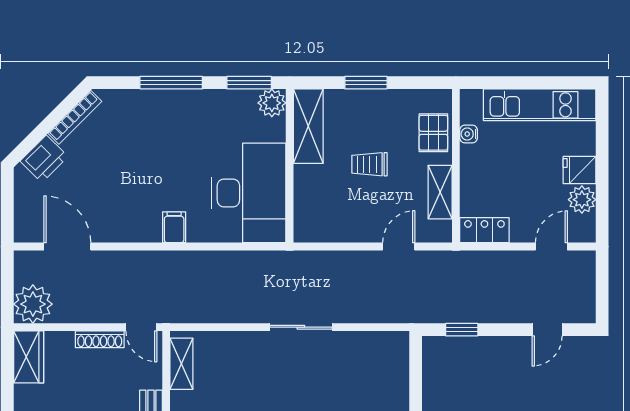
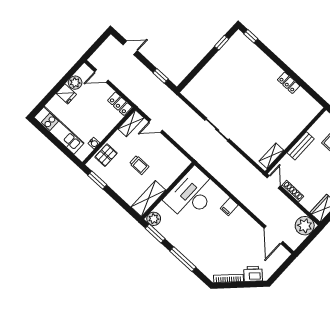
window: (366, 83) -> (97, 180), moved
shelving: (440, 192) -> (131, 123), moved

